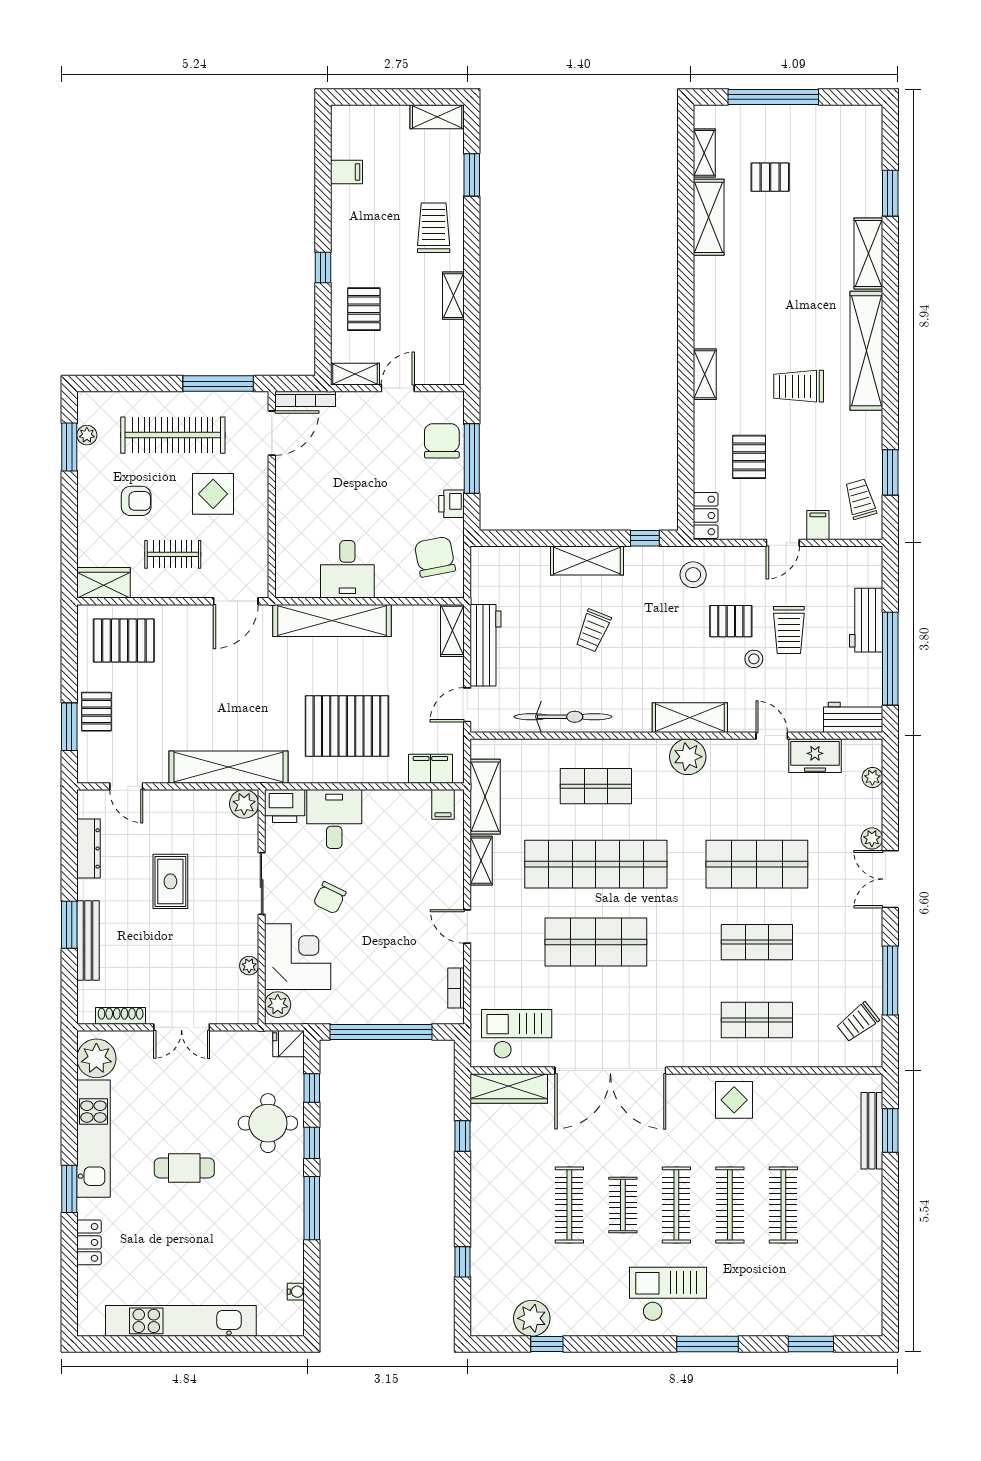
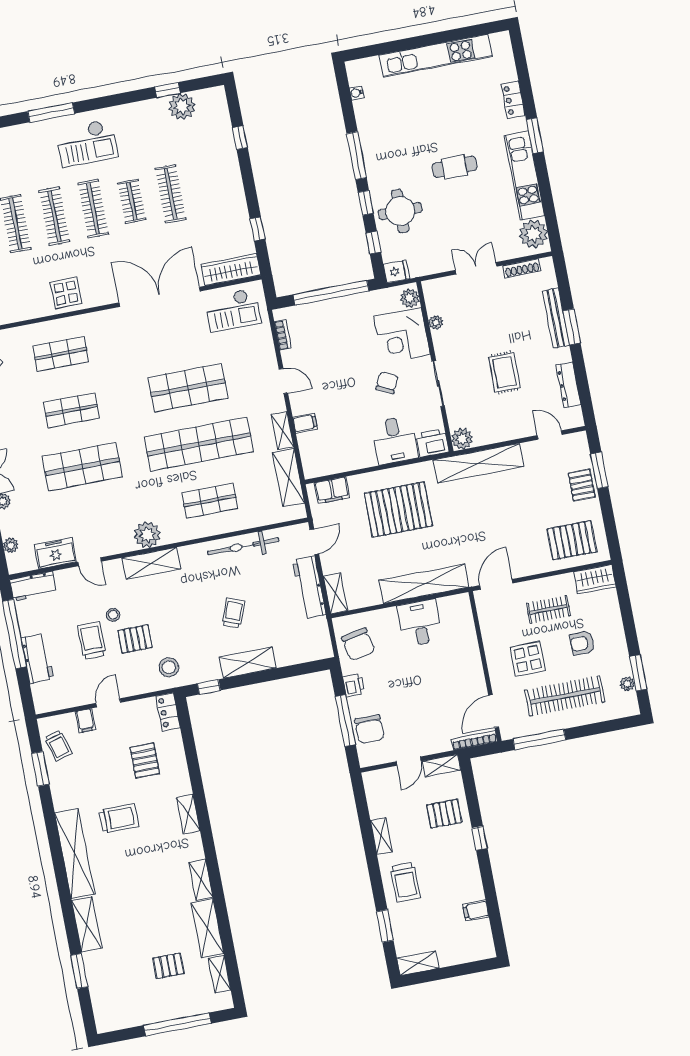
shelving: (705, 284) -> (201, 880), added
pallet: (364, 309) -> (444, 814), turned 90
filing cabinet: (443, 804) -> (305, 423), moved, turned 90

